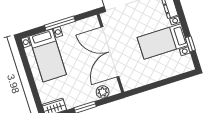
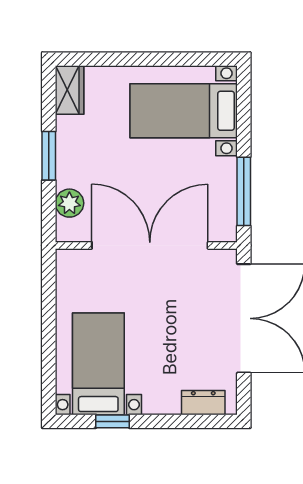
window: (60, 23) -> (244, 191), moved
bed with nightstands: (162, 41) -> (98, 364), moved

